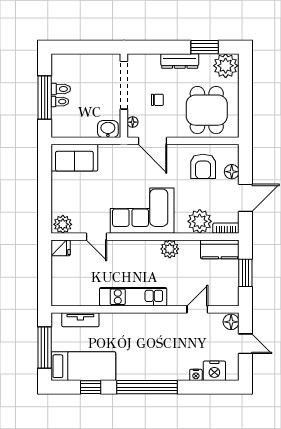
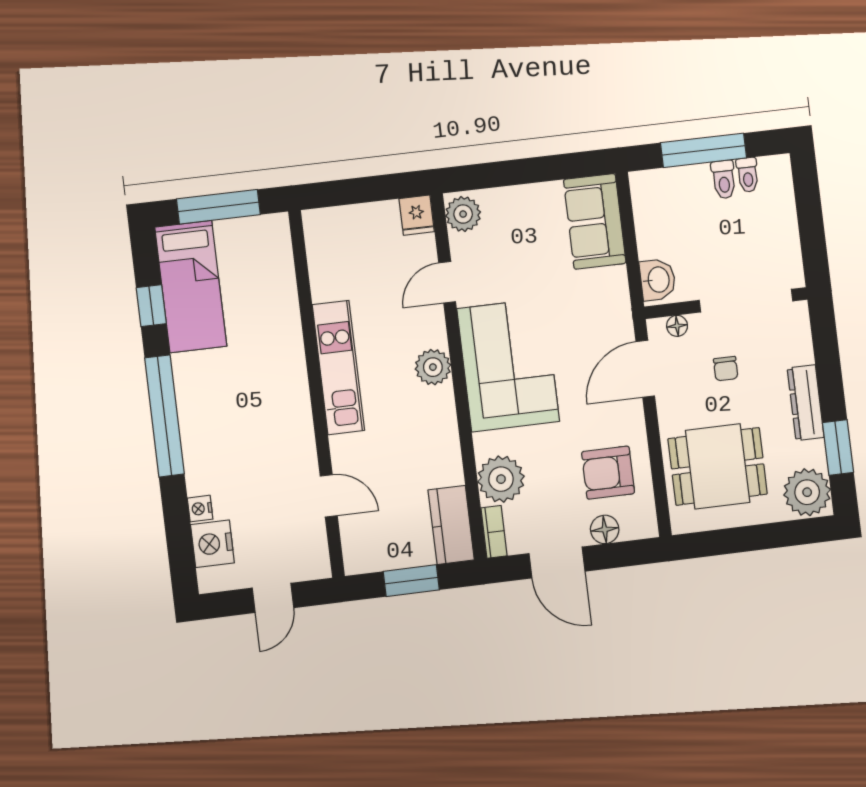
toilet: (60, 102) -> (748, 175), moved
plant: (170, 249) -> (433, 367), moved
tv unit: (80, 320) -> (281, 270), removed
floor lamp: (231, 322) -> (312, 565), removed

